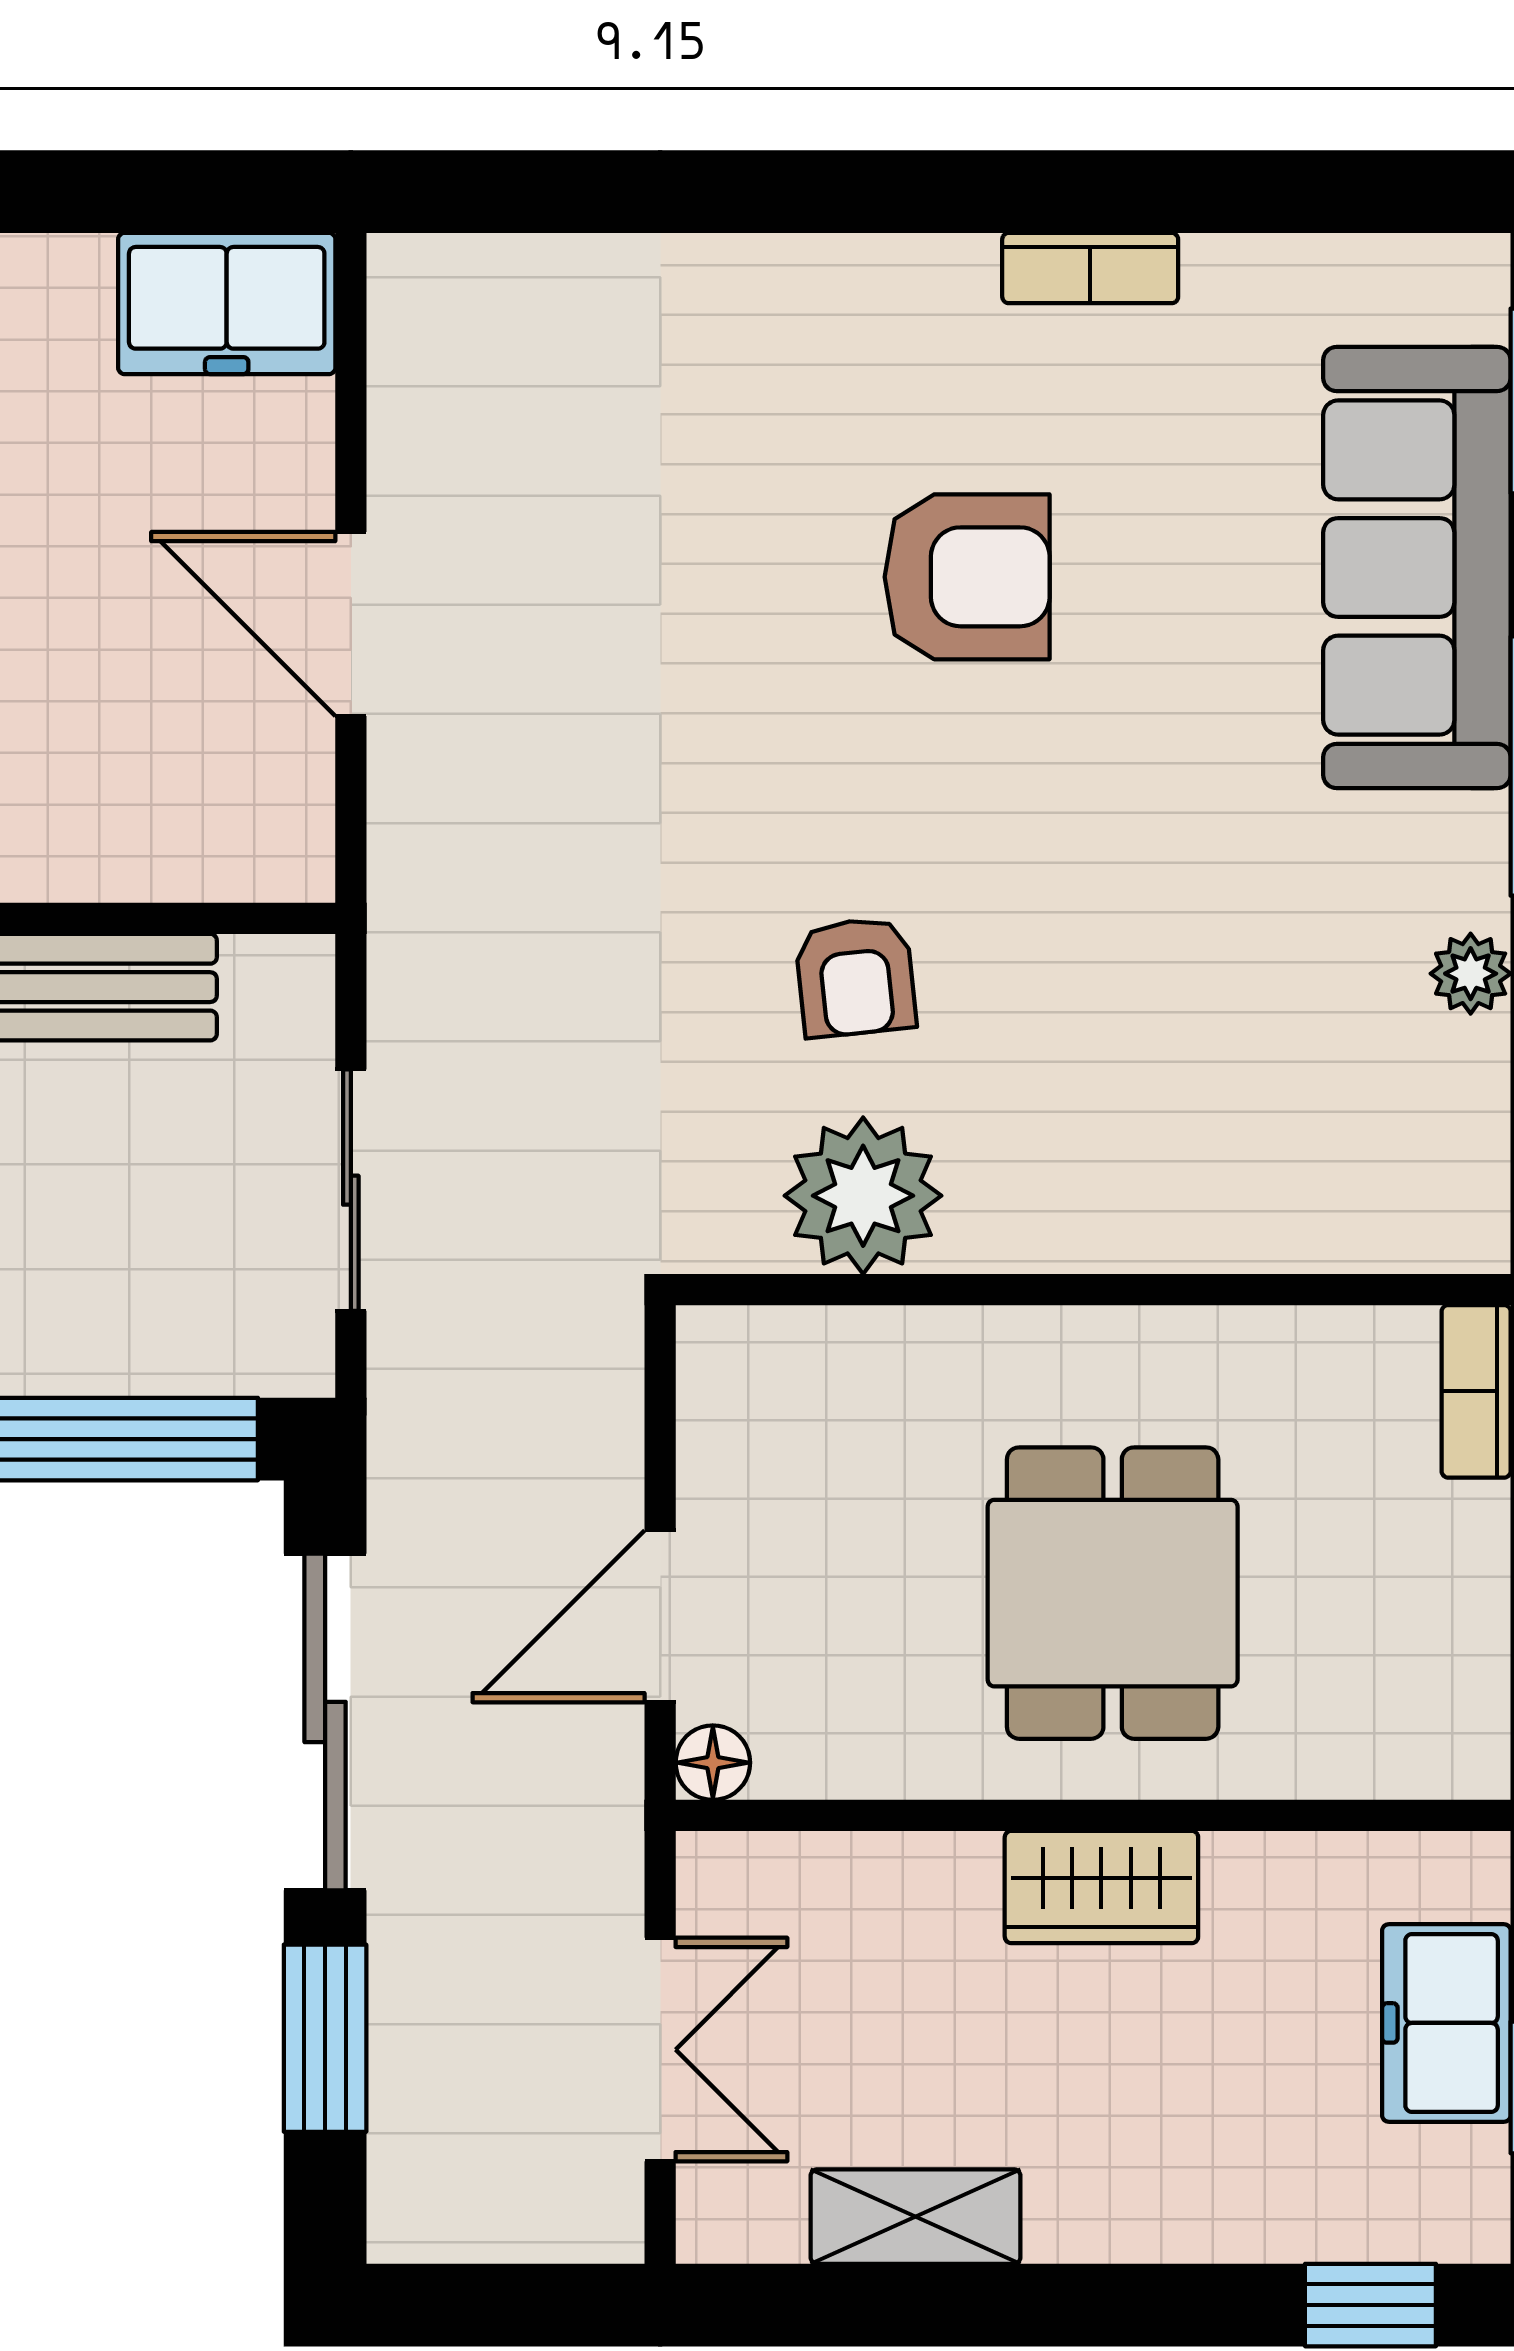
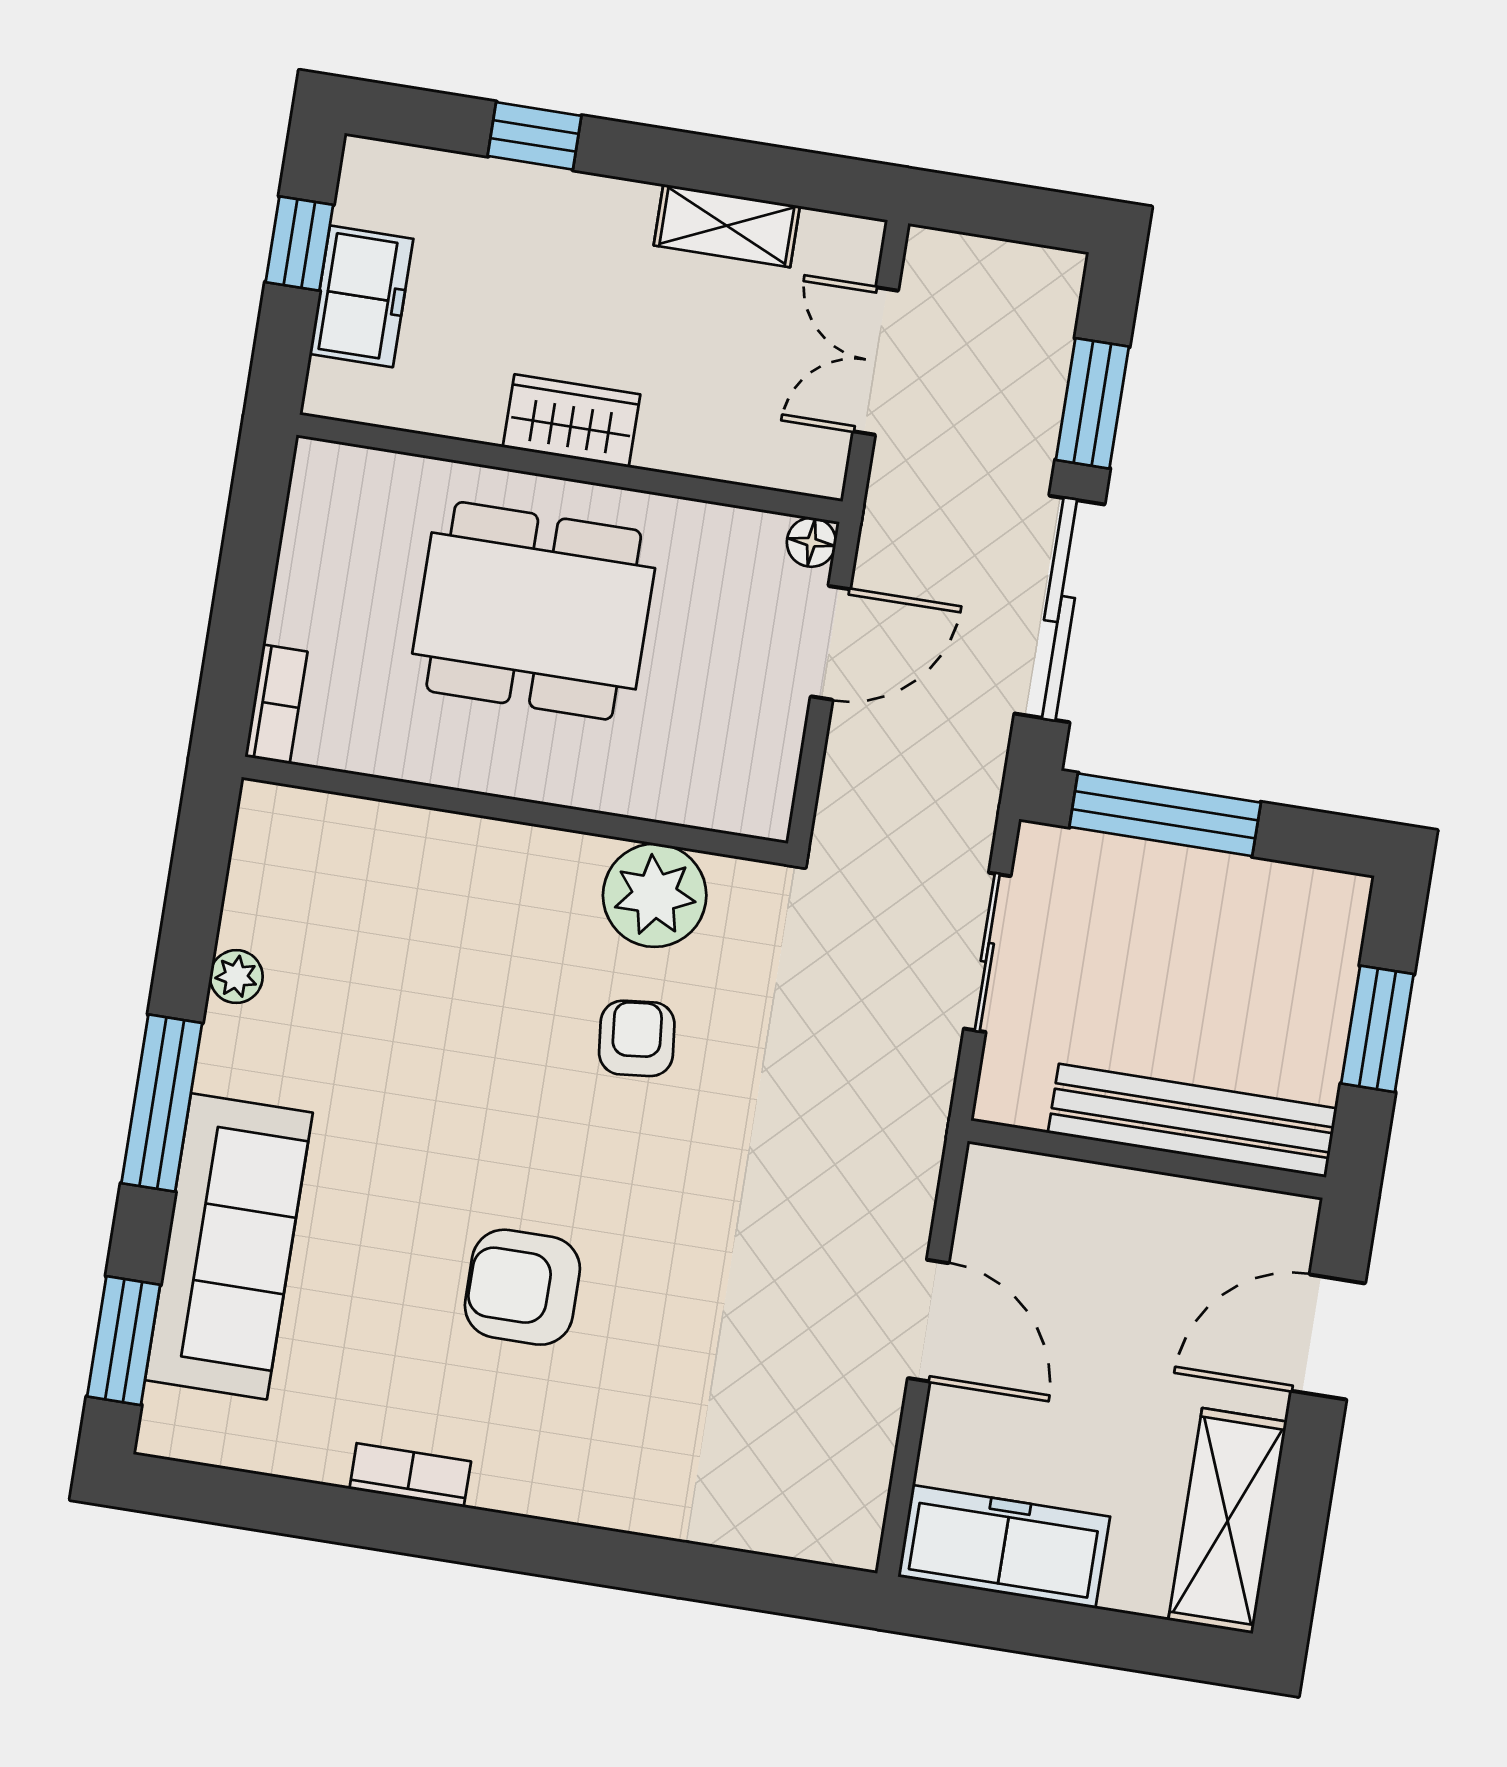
freezer: (227, 303) -> (1004, 1547), width x1.40
dining table: (1113, 1593) -> (534, 611), width x1.37
window: (1370, 2305) -> (535, 136), moved

